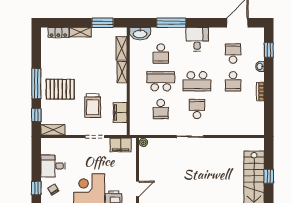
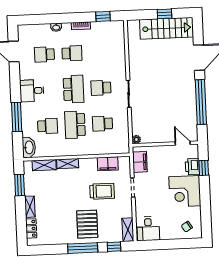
window: (269, 50) -> (103, 16), moved
school desk: (161, 109) -> (103, 124), turned 180
desk: (53, 166) -> (148, 229), moved
window: (36, 188) -> (186, 244), removed

